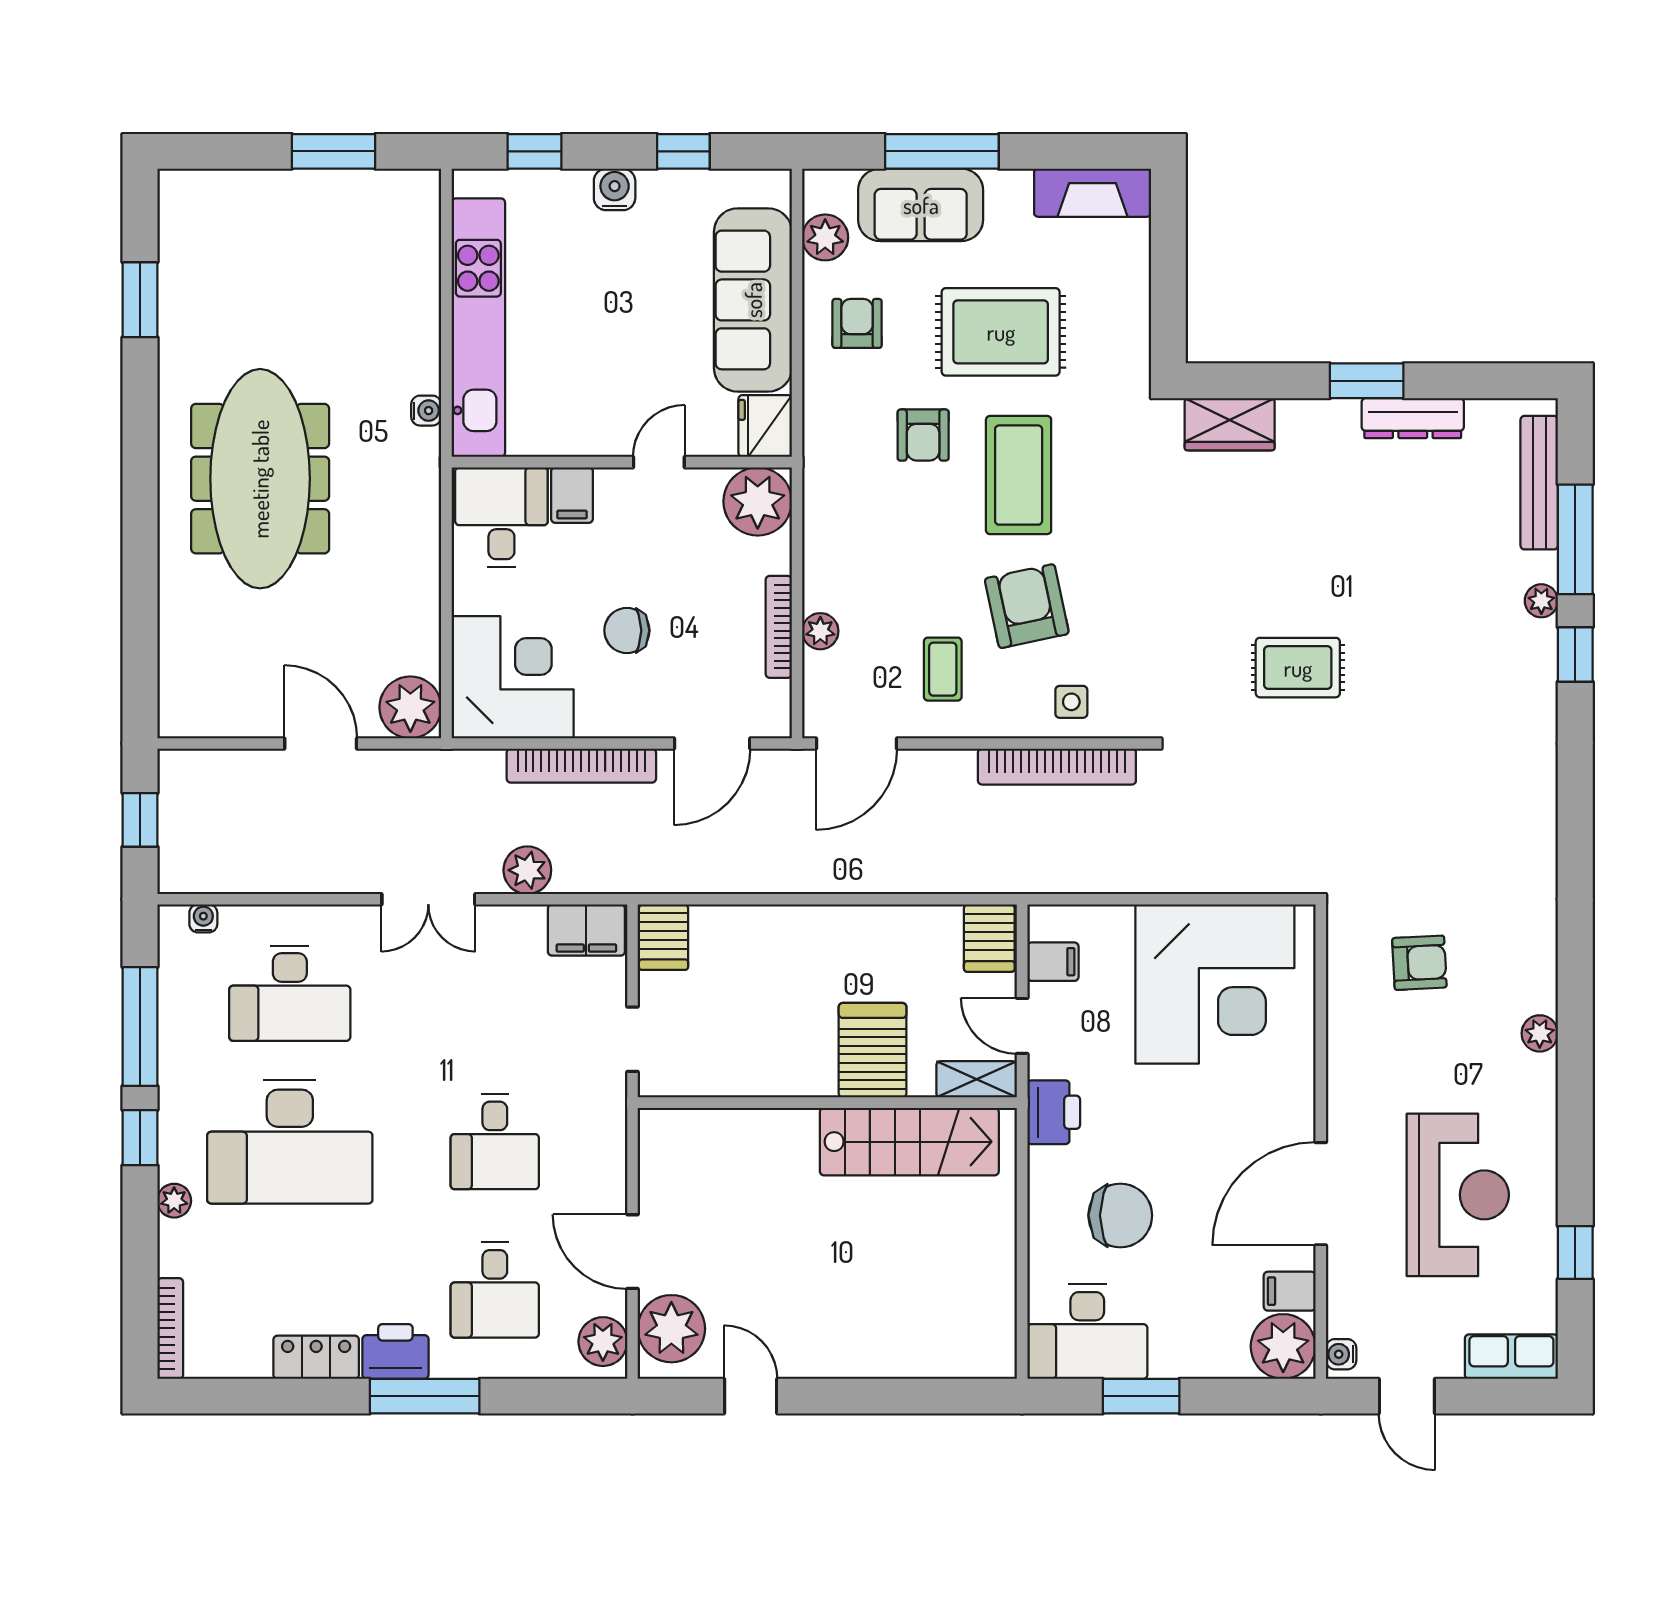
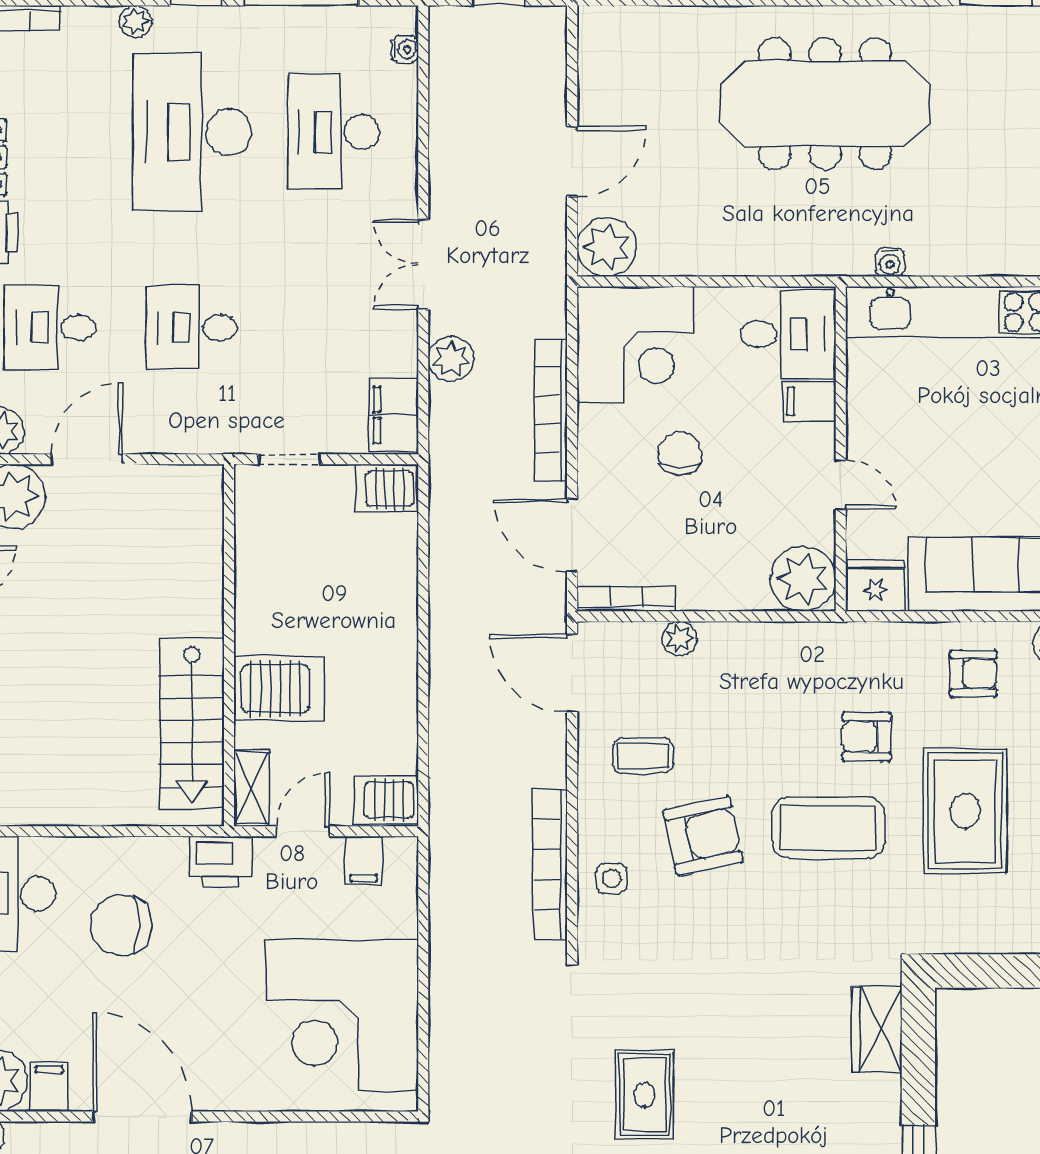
bookcase: (779, 627) -> (626, 599), moved
chair: (1120, 1215) -> (121, 925), turned 90

